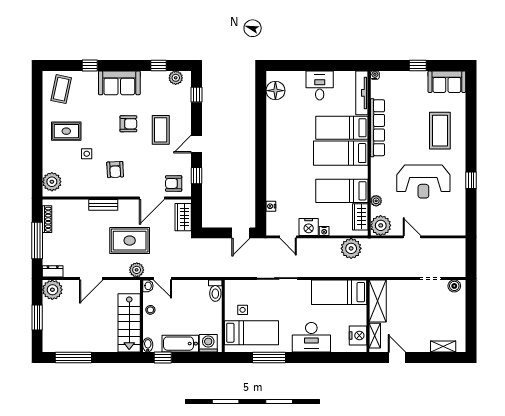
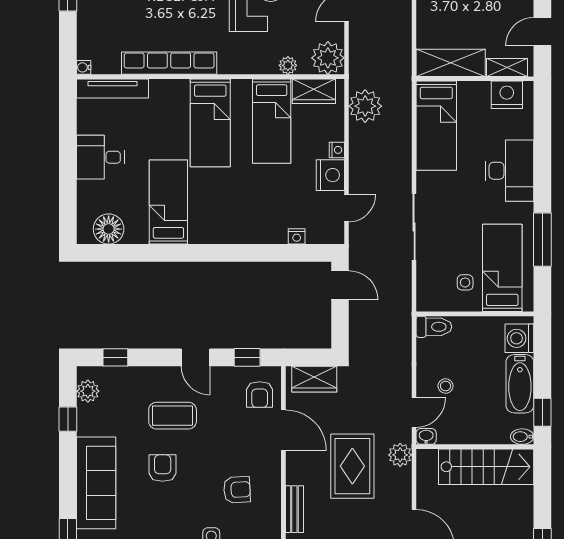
sofa: (119, 83) -> (96, 483), width x1.36
bed: (342, 128) -> (168, 202), moved, turned 180
stool: (150, 310) -> (446, 386), moved

